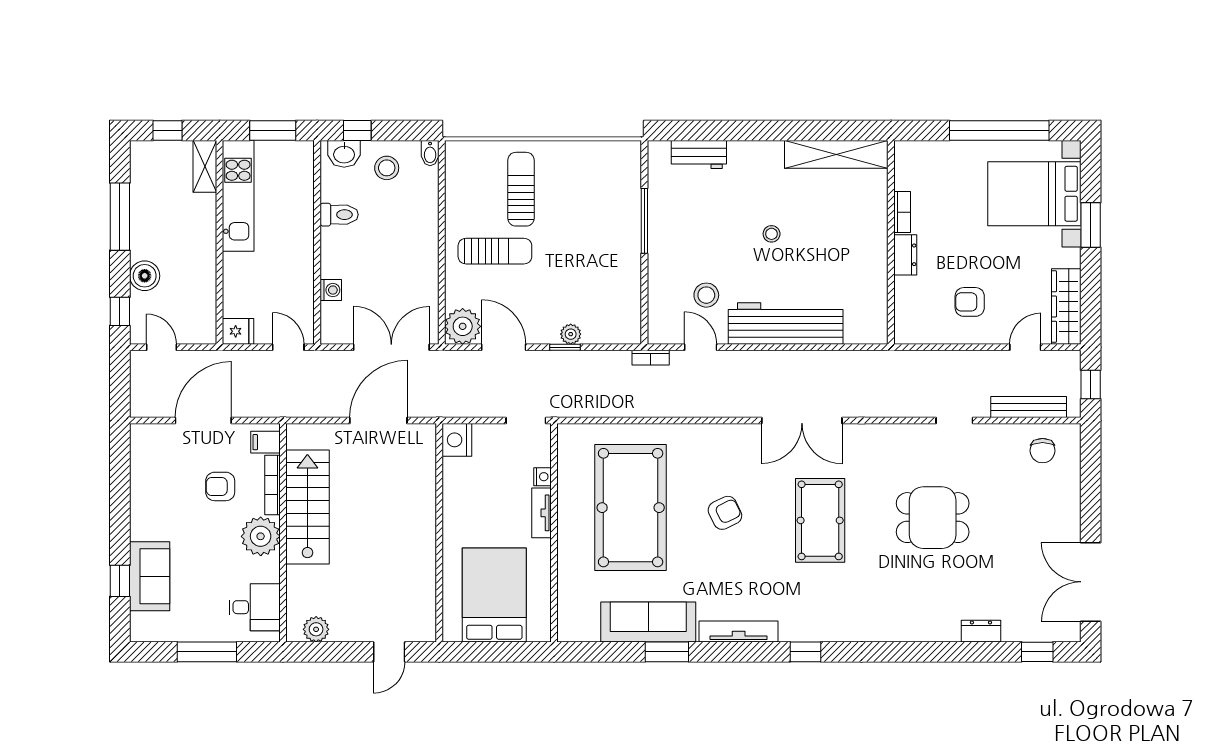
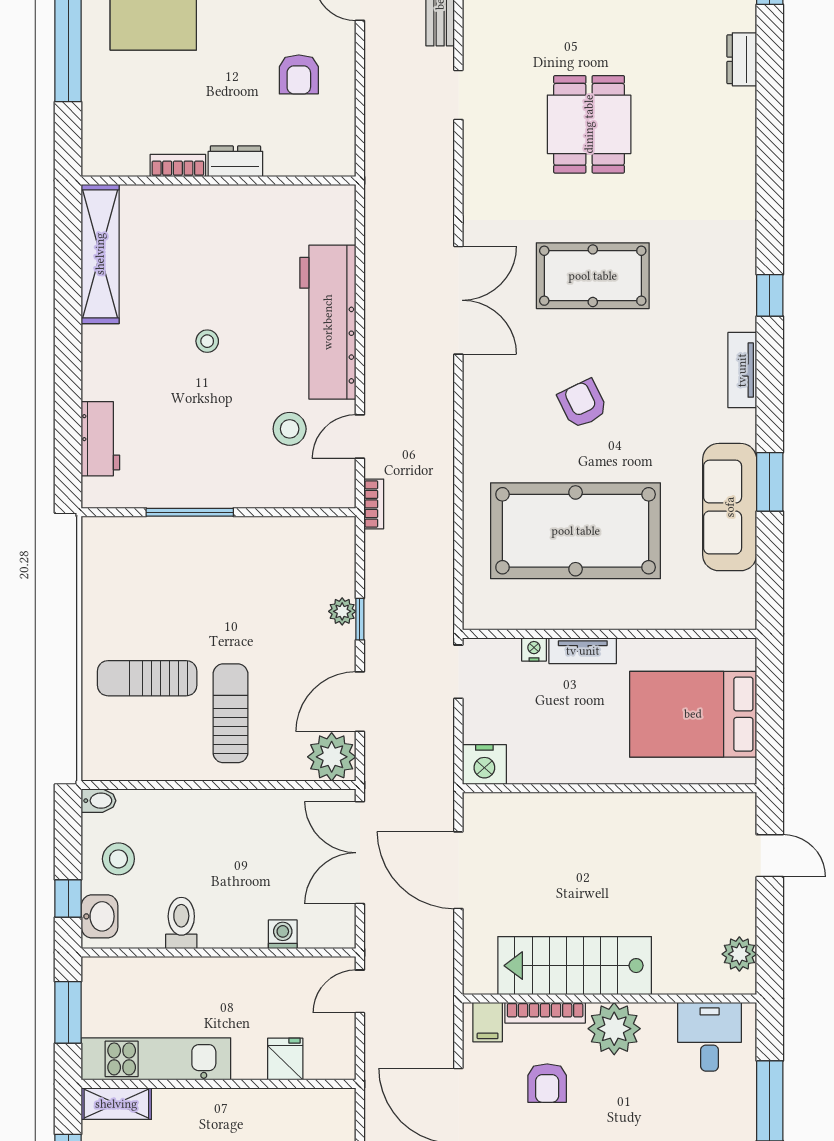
fridge: (238, 331) -> (285, 1059), moved
tv unit: (739, 632) -> (742, 370), width x0.71

